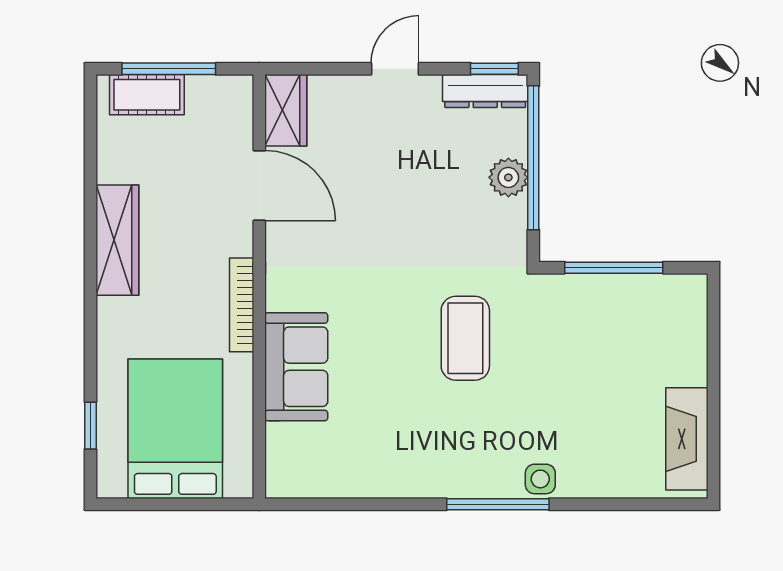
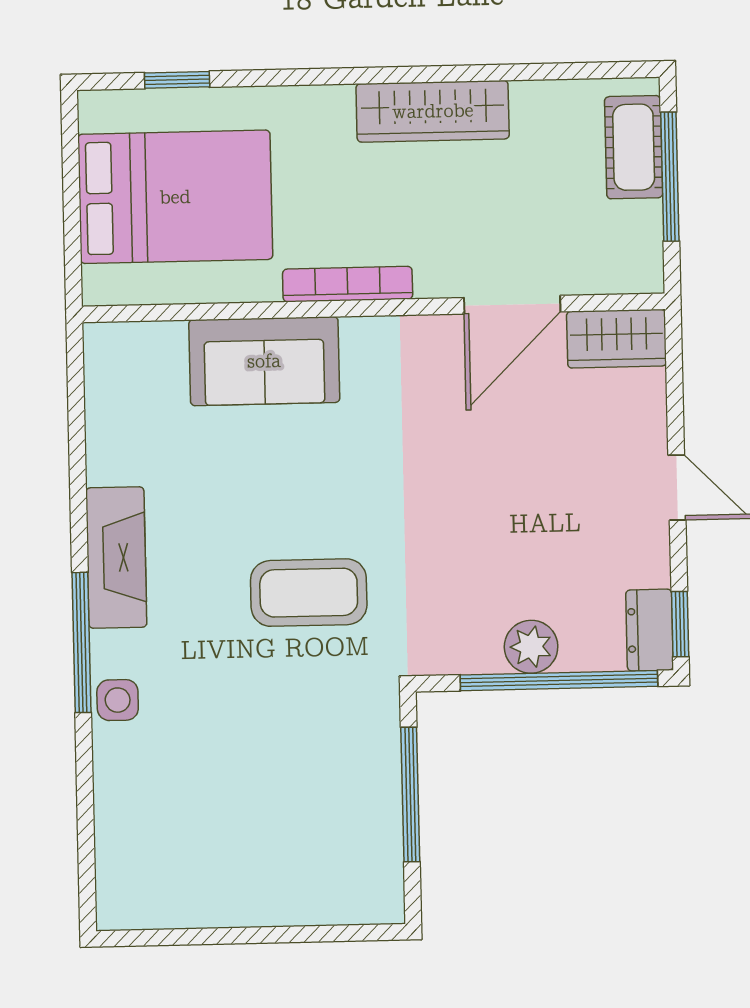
dresser: (485, 91) -> (650, 630), width x0.70
fireplace: (687, 439) -> (116, 558), moved, turned 90

